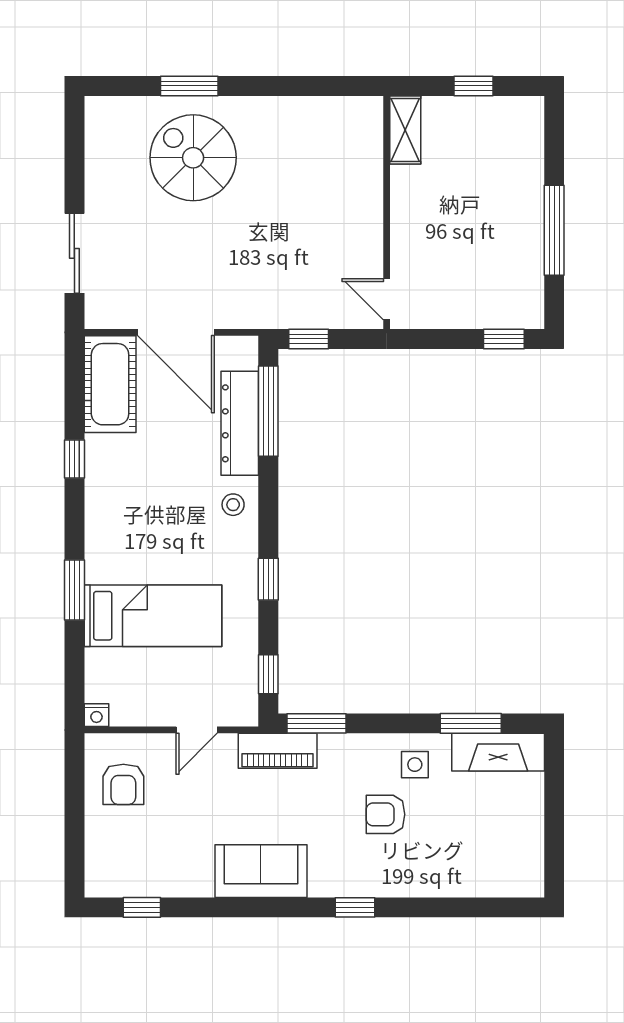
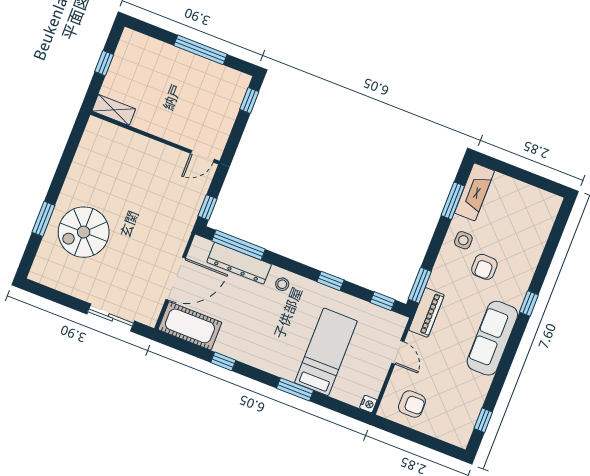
sofa: (261, 871) -> (492, 338), width x1.36

